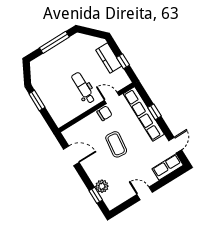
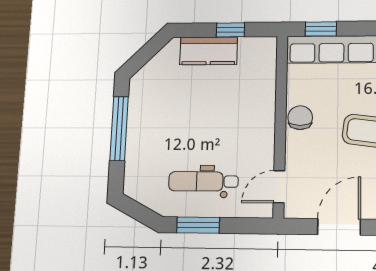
dental chair: (83, 88) -> (203, 181), moved
door: (112, 98) -> (279, 187), moved
window: (154, 112) -> (321, 29), moved

